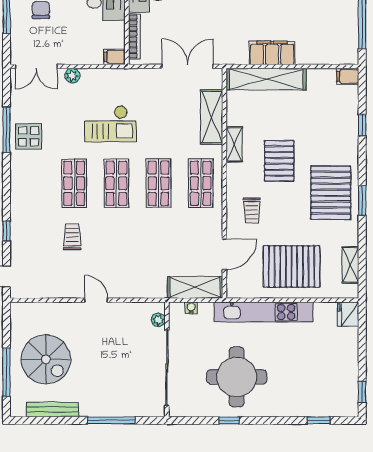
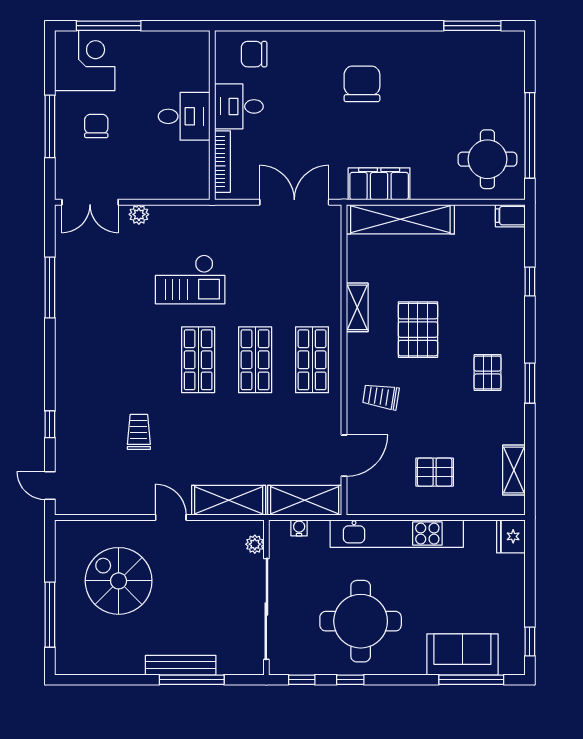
round table: (331, 35) -> (487, 159), added
filing cabinet: (272, 53) -> (379, 184), moved
filing cabinet: (115, 57) -> (196, 189), removed
shelving: (212, 117) -> (229, 500), moved, turned 90
display table: (29, 136) -> (80, 297), removed
shop shelf: (74, 183) -> (141, 360), removed
pallet: (331, 193) -> (488, 372), width x0.49, depth x0.50
trolley: (252, 211) -> (381, 397), turned 99
pallet: (292, 266) -> (435, 472), width x0.49, depth x0.50
spiral stairs: (46, 359) -> (119, 581), moved, turned 180
sofa: (312, 402) -> (462, 654), added
bench: (52, 410) -> (181, 665), moved
window: (193, 420) -> (302, 680), added
window: (319, 420) -> (471, 680), width x2.17

